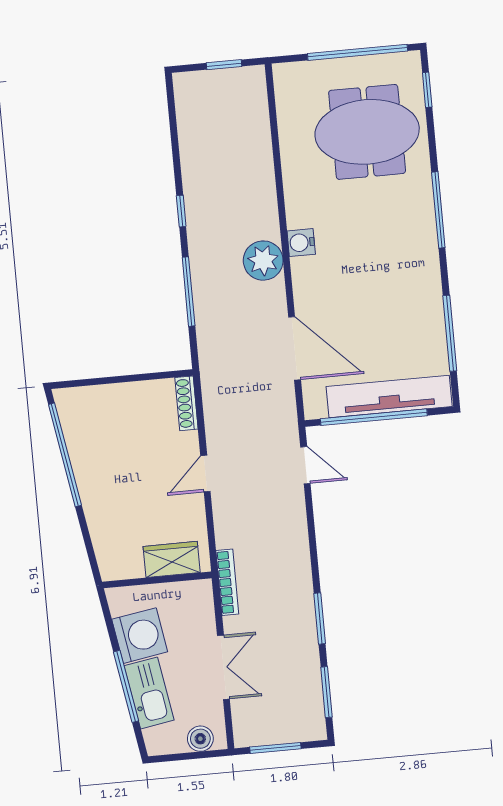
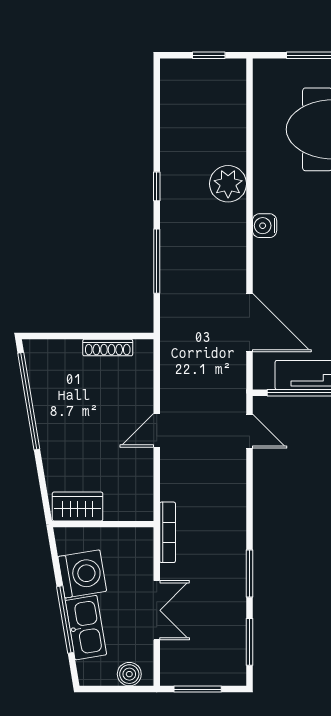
plant: (263, 261) -> (228, 184), moved
shoe rack: (186, 403) -> (108, 348), moved, turned -90
wardrobe: (172, 559) -> (78, 507), moved

